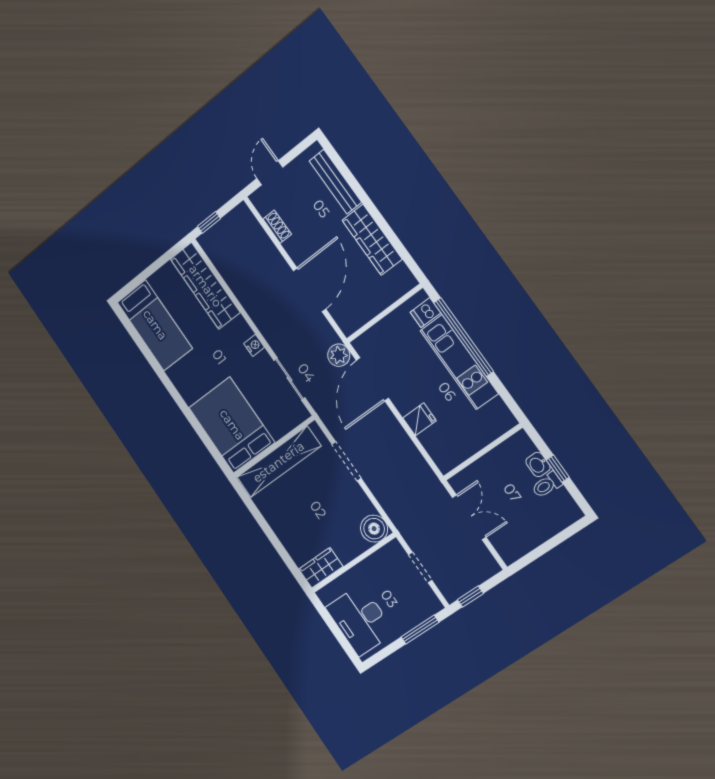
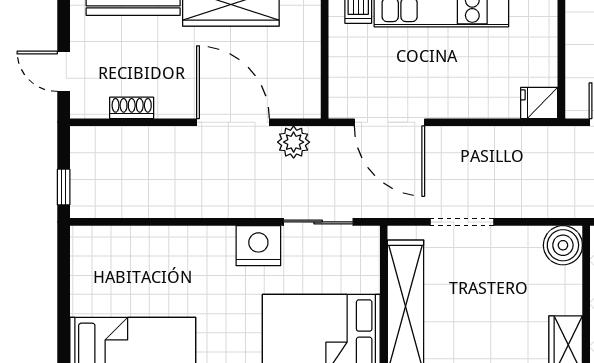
wardrobe: (205, 286) -> (134, 246), removed
nightstand: (254, 345) -> (258, 246), width x1.89, depth x1.79
plant: (339, 355) -> (294, 142), moved
fridge: (419, 419) -> (539, 103), moved, turned -90

